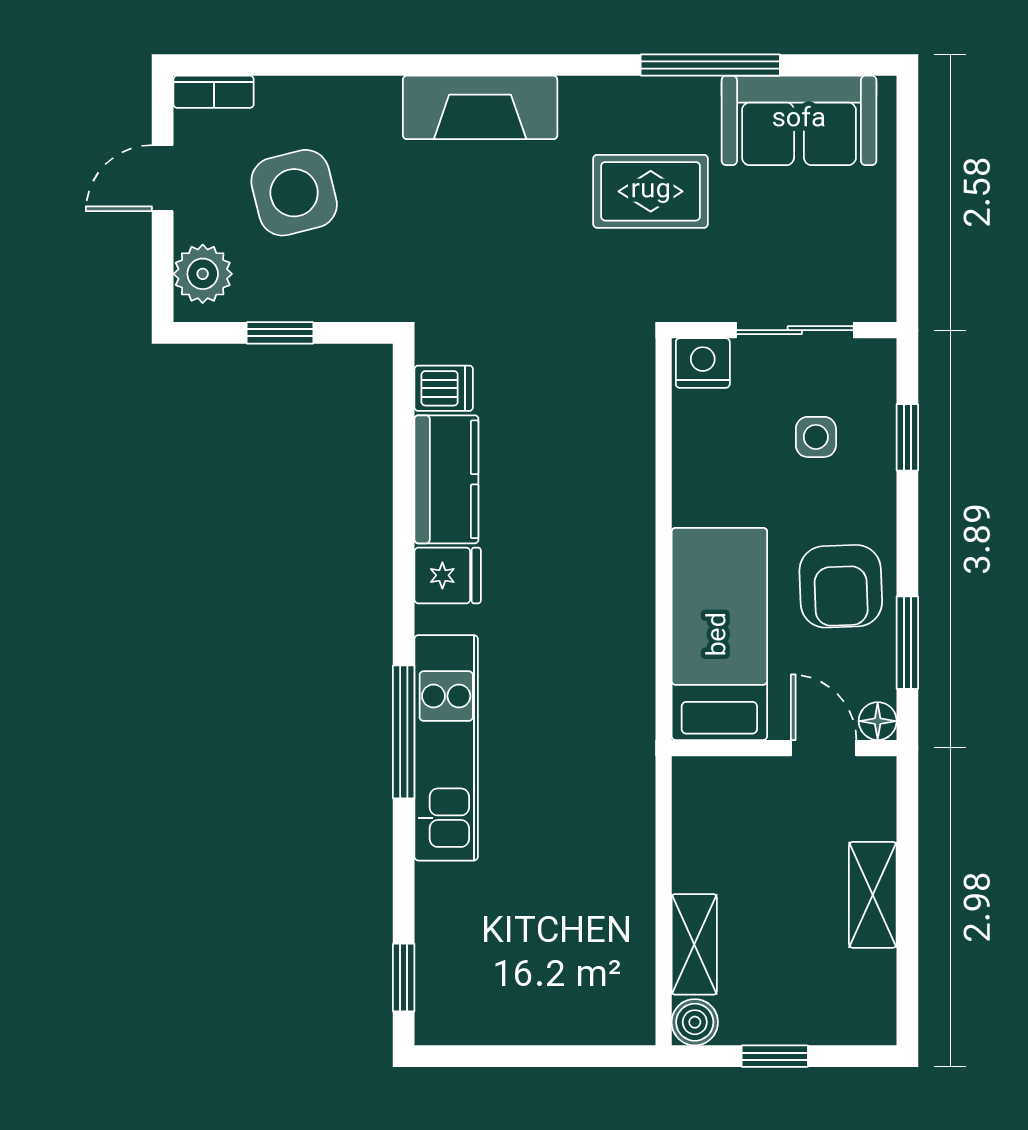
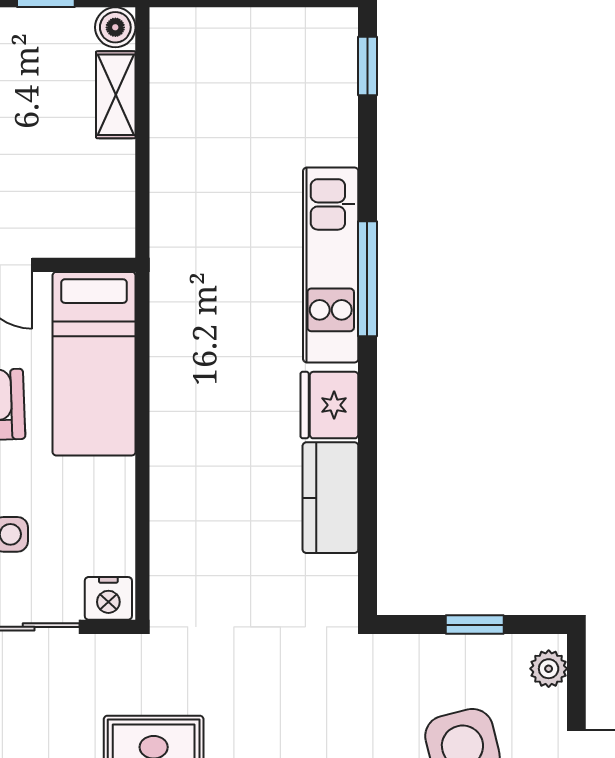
plant: (203, 274) -> (549, 669), width x0.73, depth x0.73
dishwasher: (444, 388) -> (333, 577), removed
fridge: (448, 575) -> (329, 405), width x1.38

